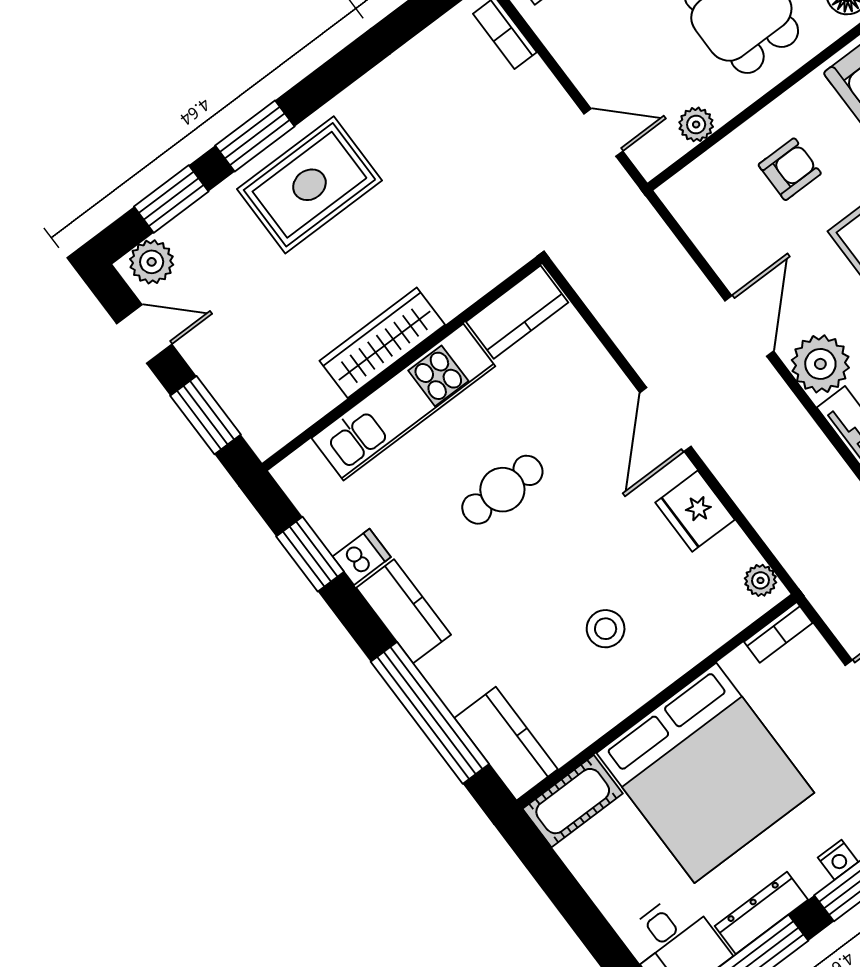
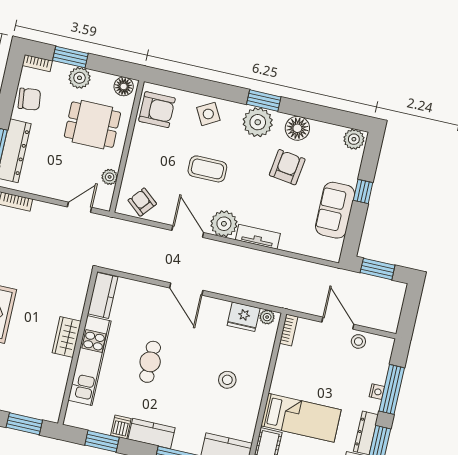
armchair: (790, 169) -> (142, 202), moved, turned -50
wardrobe: (382, 343) -> (67, 337), width x0.67
fridge: (695, 511) -> (244, 317), moved
bed: (705, 773) -> (301, 418), width x0.49

